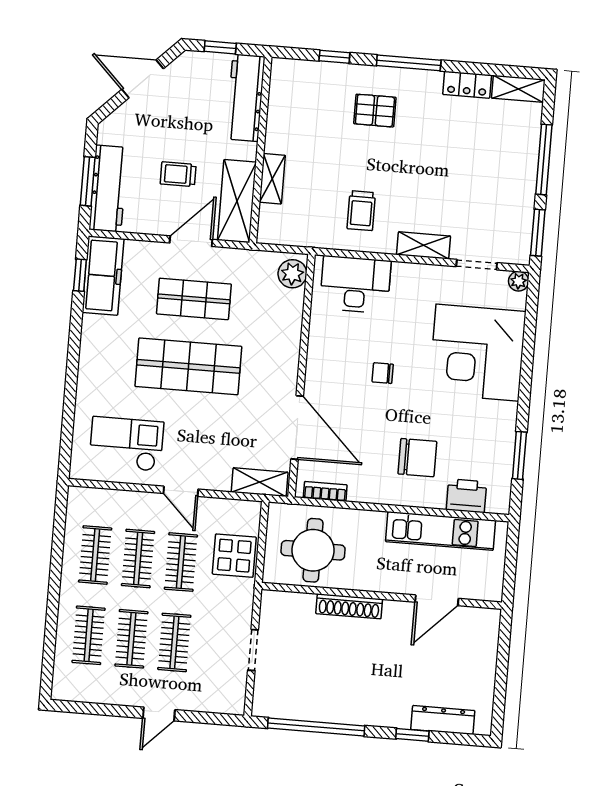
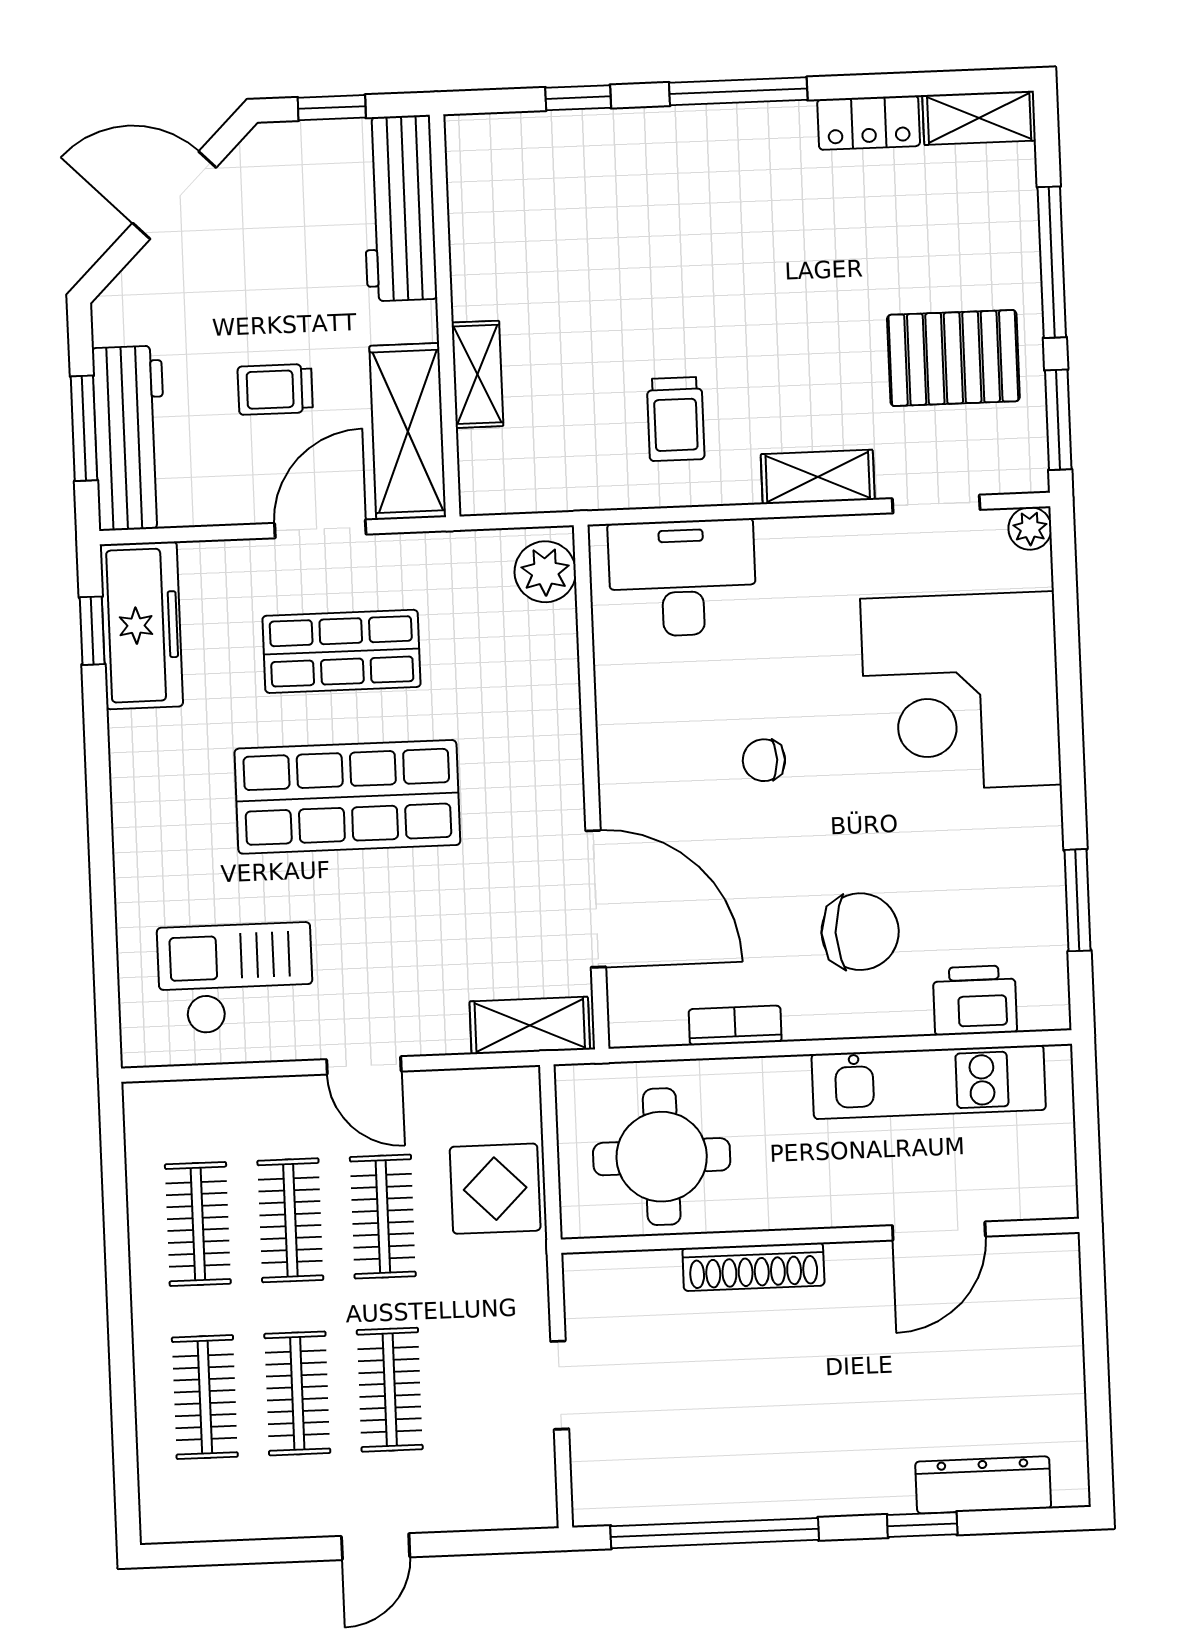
pallet: (375, 111) -> (953, 358), moved, width x1.50, depth x1.42
bookcase: (325, 491) -> (735, 1025), moved

